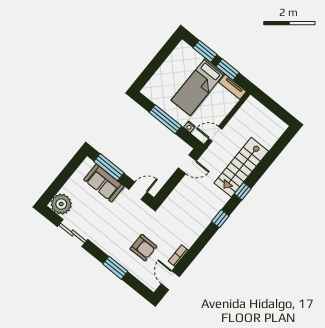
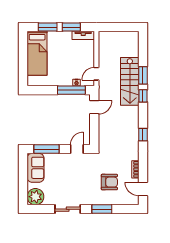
bed: (198, 87) -> (37, 53), moved
window: (165, 119) -> (71, 90), moved
window: (259, 172) -> (143, 75), added
sofa: (104, 183) -> (36, 168), moved, turned -90
window: (220, 219) -> (143, 135), moved
sliding door: (73, 233) -> (68, 209), moved

